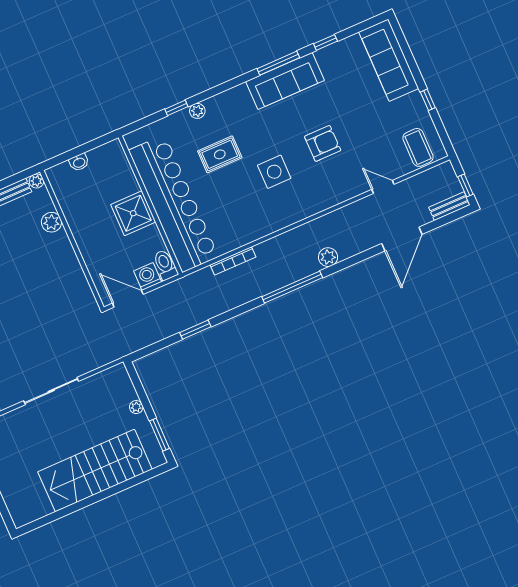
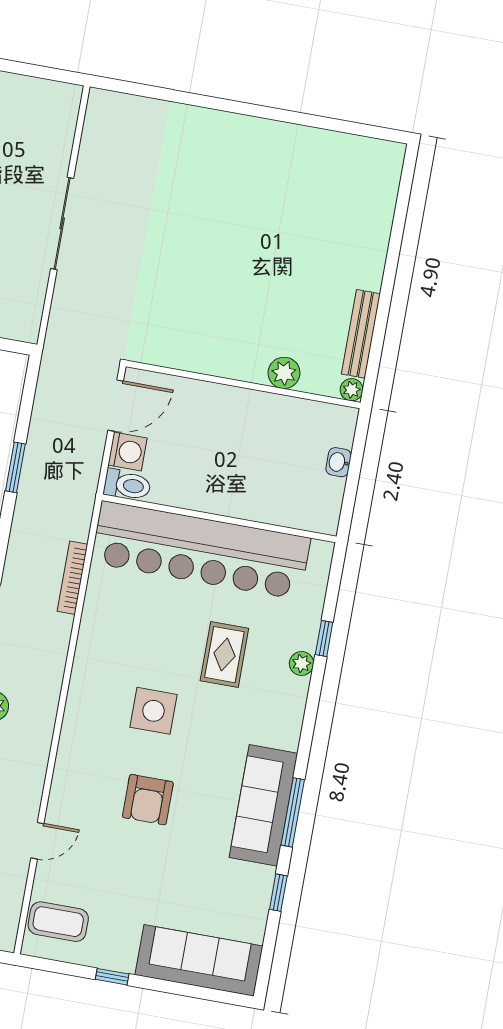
shower: (133, 213) -> (223, 489), removed

